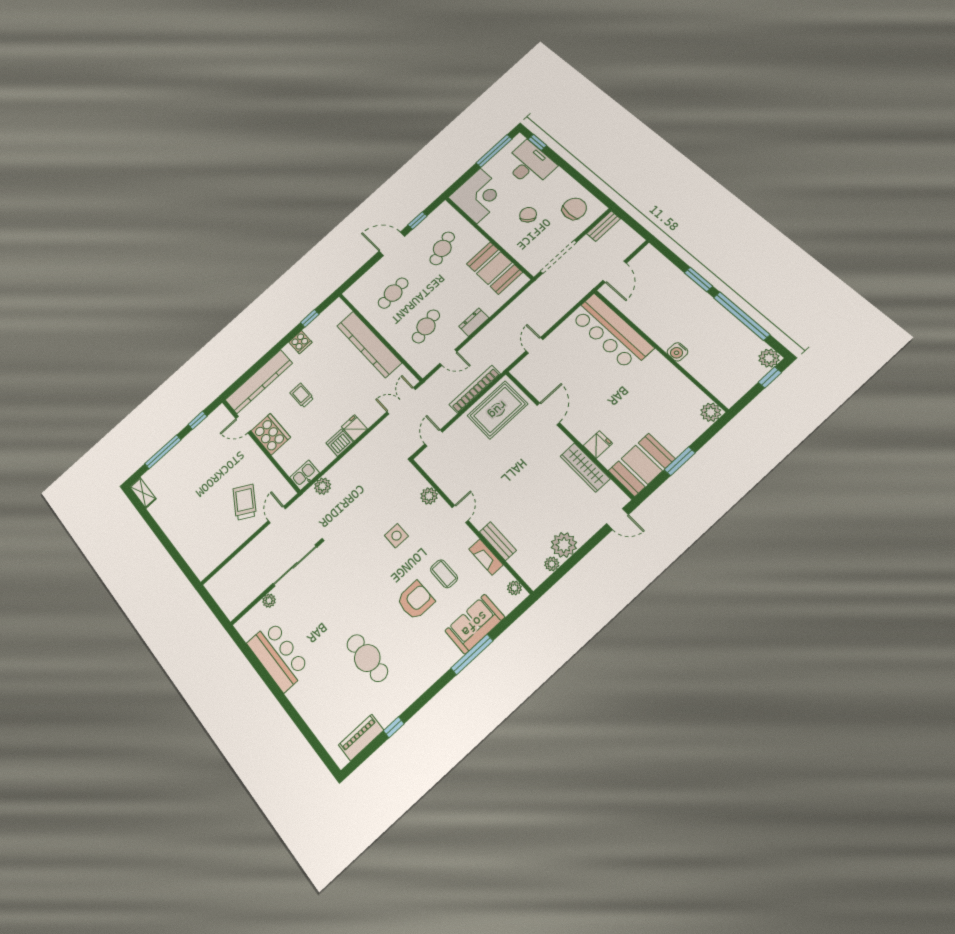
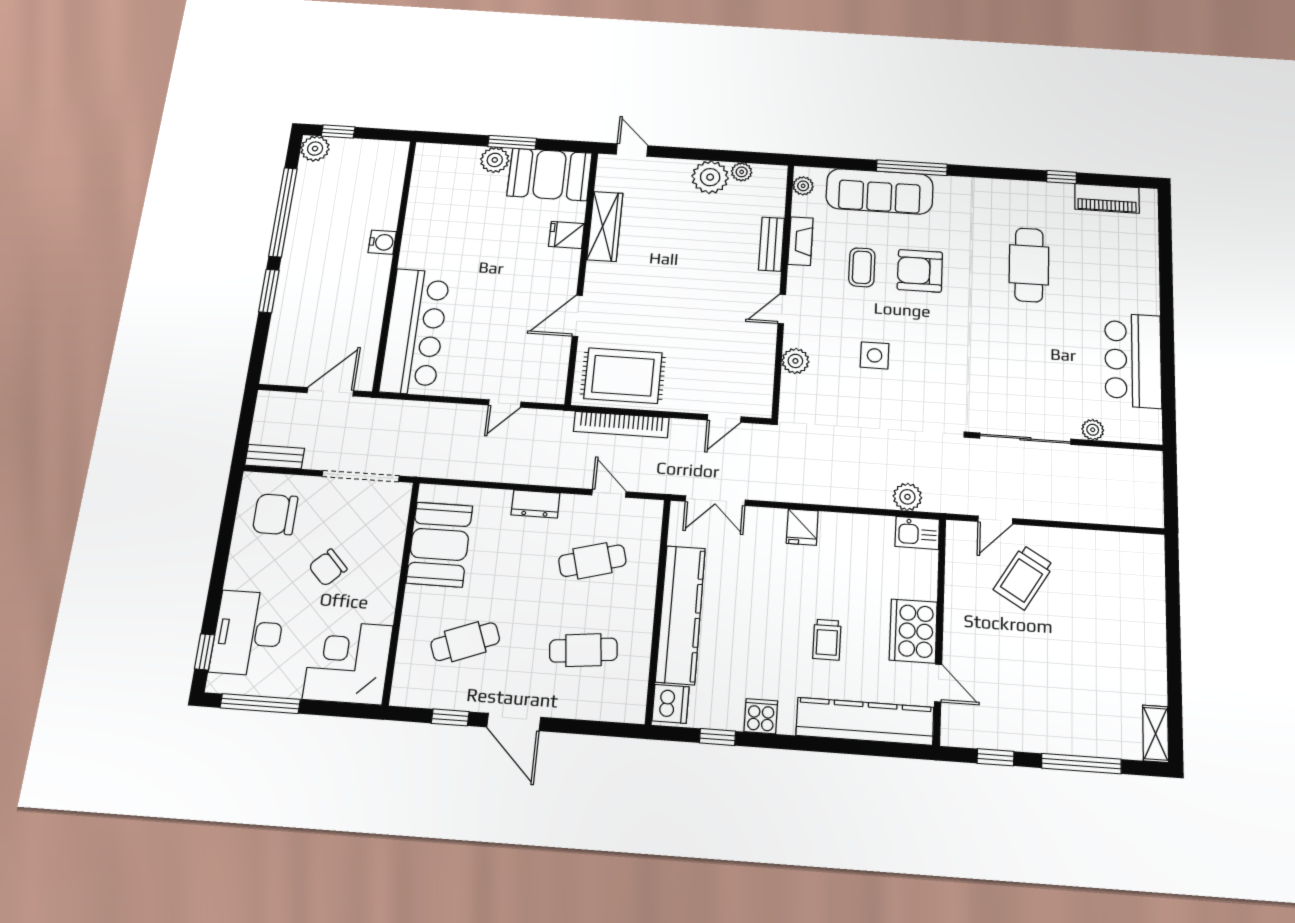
plant: (711, 412) -> (495, 160), moved
dishwasher: (340, 443) -> (671, 704), moved, turned -90
sofa: (475, 624) -> (880, 191), width x1.36

